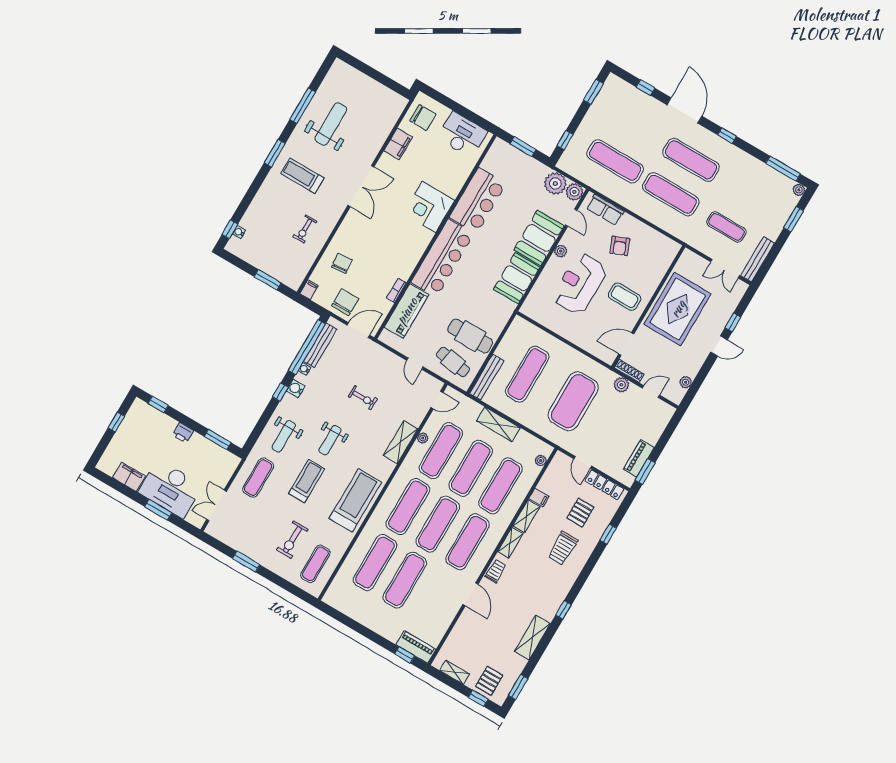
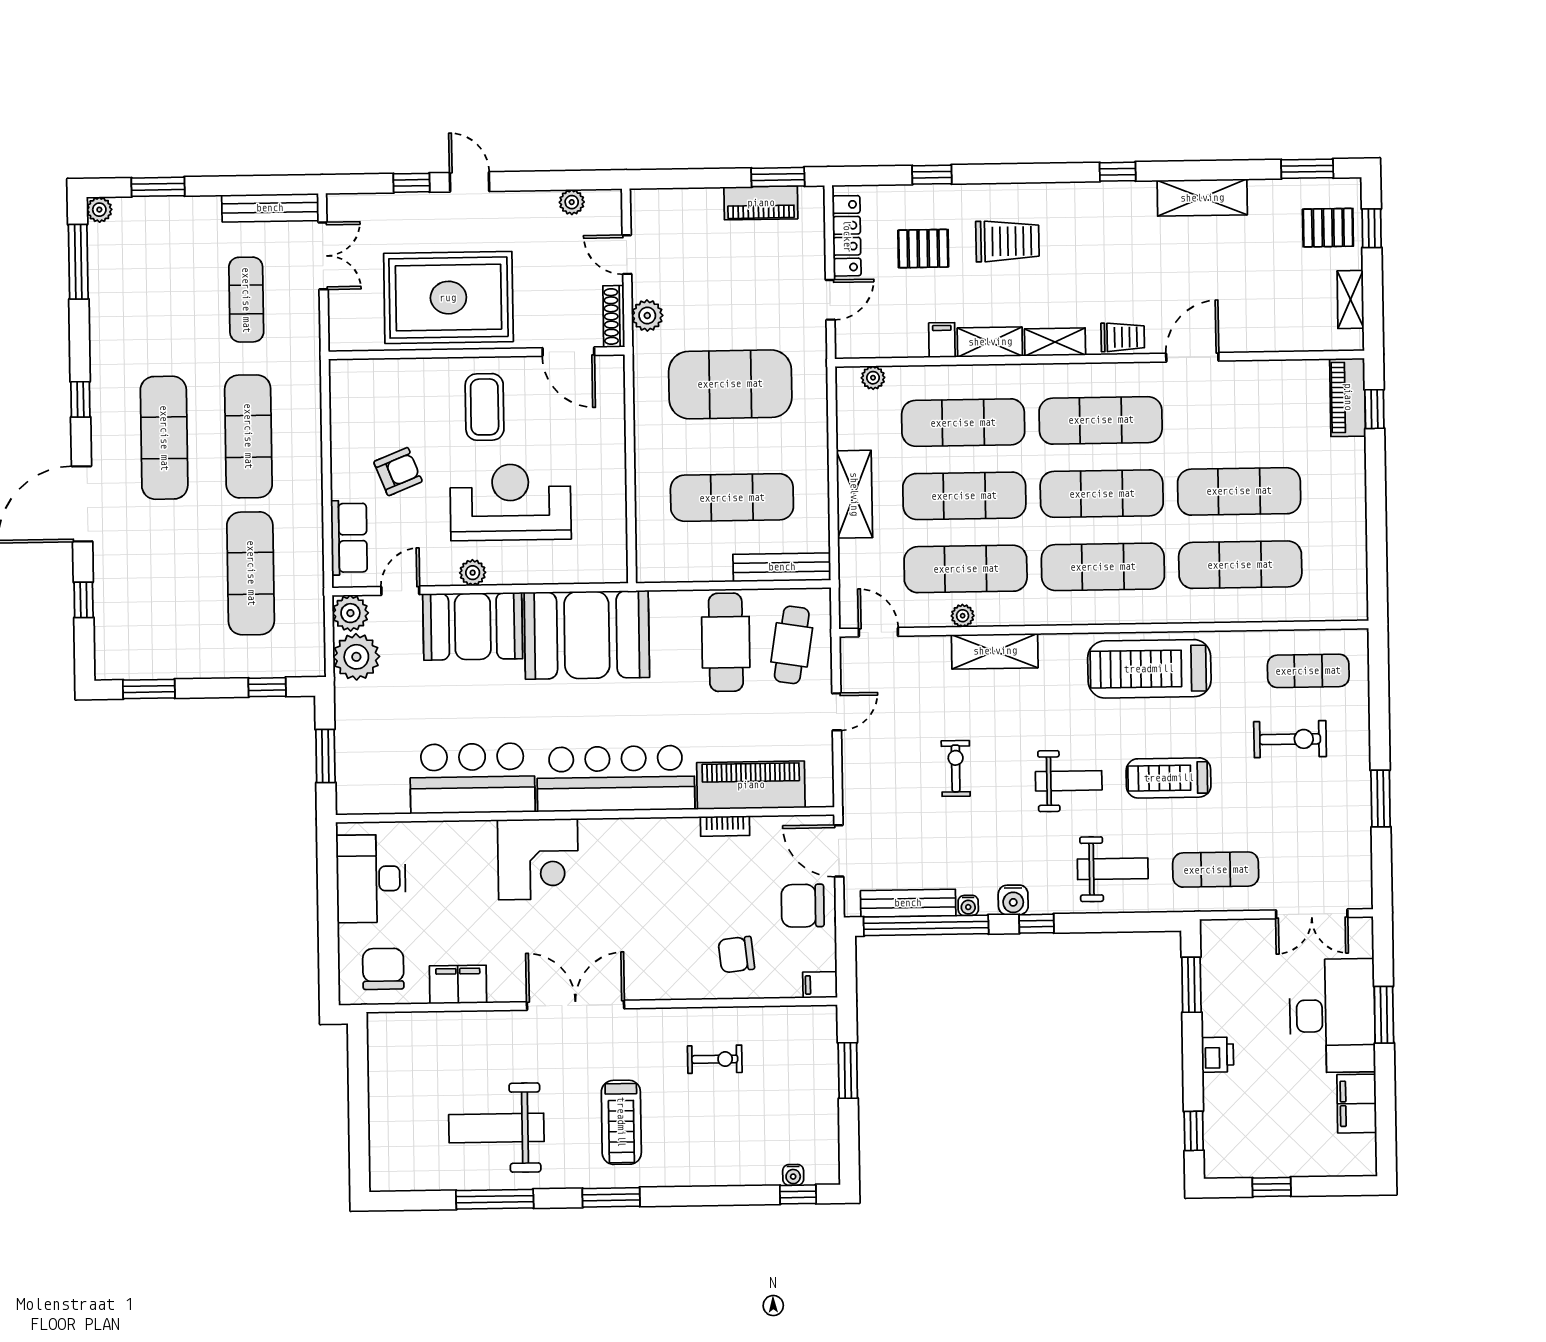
booth: (517, 278) -> (587, 635), width x1.36, depth x1.42
reception desk: (580, 284) -> (511, 502), turned 180
trolley: (496, 571) -> (1123, 337), turned 180

